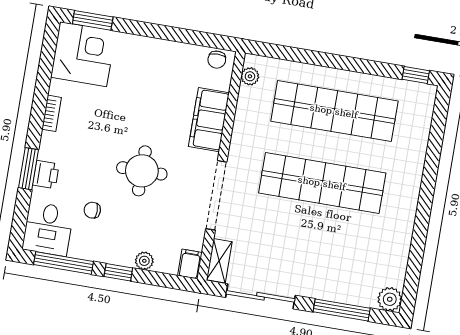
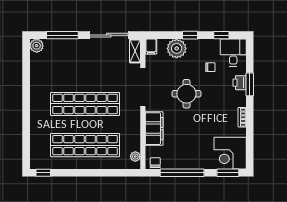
window: (173, 34) -> (182, 173), added
plant: (144, 261) -> (177, 48), width x1.88, depth x1.88
window: (63, 263) -> (221, 35), width x0.46

